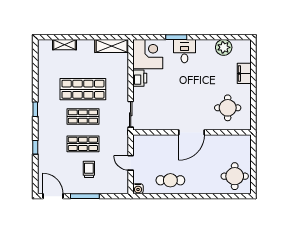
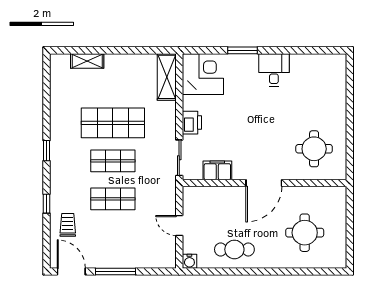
shelving: (112, 46) -> (167, 77), moved, turned 90
plant: (224, 47) -> (309, 65), removed
desk: (184, 51) -> (274, 70), moved
filing cabinet: (244, 73) -> (217, 170), moved, turned 90
printer: (140, 78) -> (192, 123), moved
trolley: (89, 169) -> (68, 225), moved
round table: (235, 176) -> (305, 233), moved

